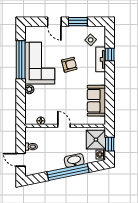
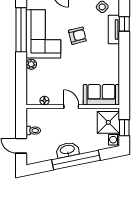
sofa: (96, 101) -> (101, 95), moved, turned 90
washbasin: (74, 160) -> (67, 150), moved

